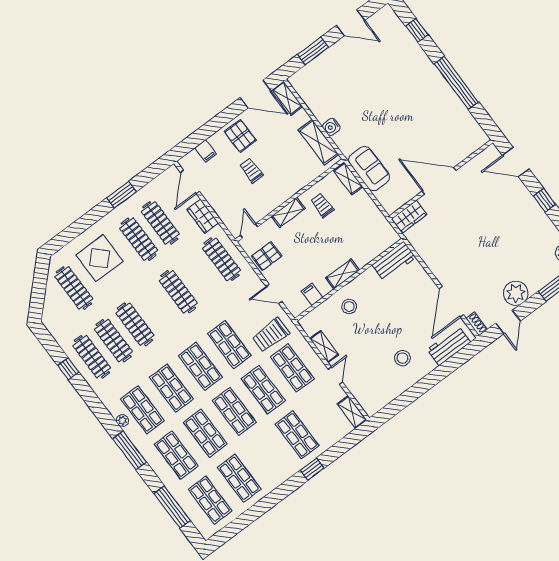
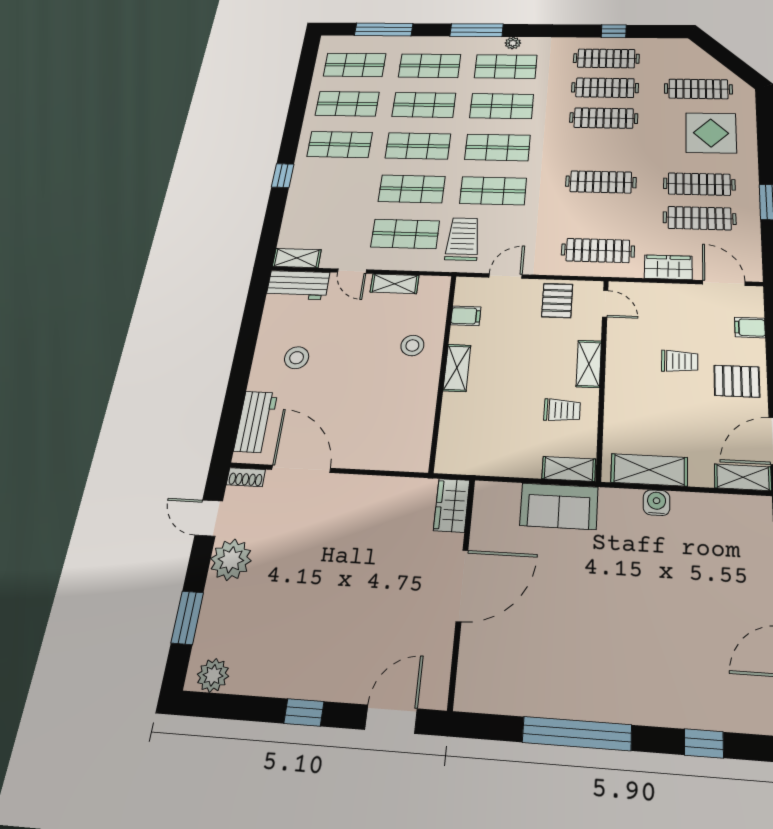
workbench: (394, 261) -> (298, 285), moved, turned -90
shop shelf: (297, 435) -> (340, 144), moved

